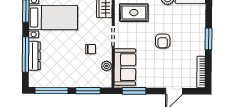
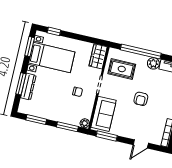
window: (25, 55) -> (21, 84), width x0.69
plant: (107, 66) -> (85, 123), moved
window: (51, 90) -> (36, 120), width x0.69

